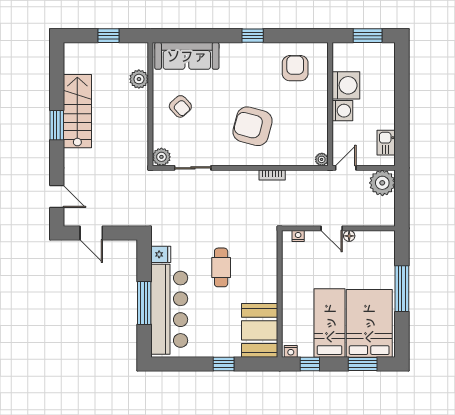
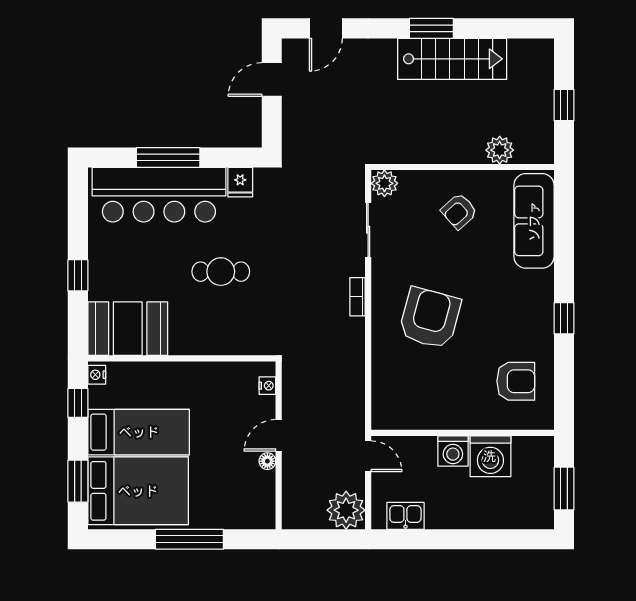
plant: (322, 159) -> (381, 420), removed
bookcase: (272, 175) -> (358, 297), moved

